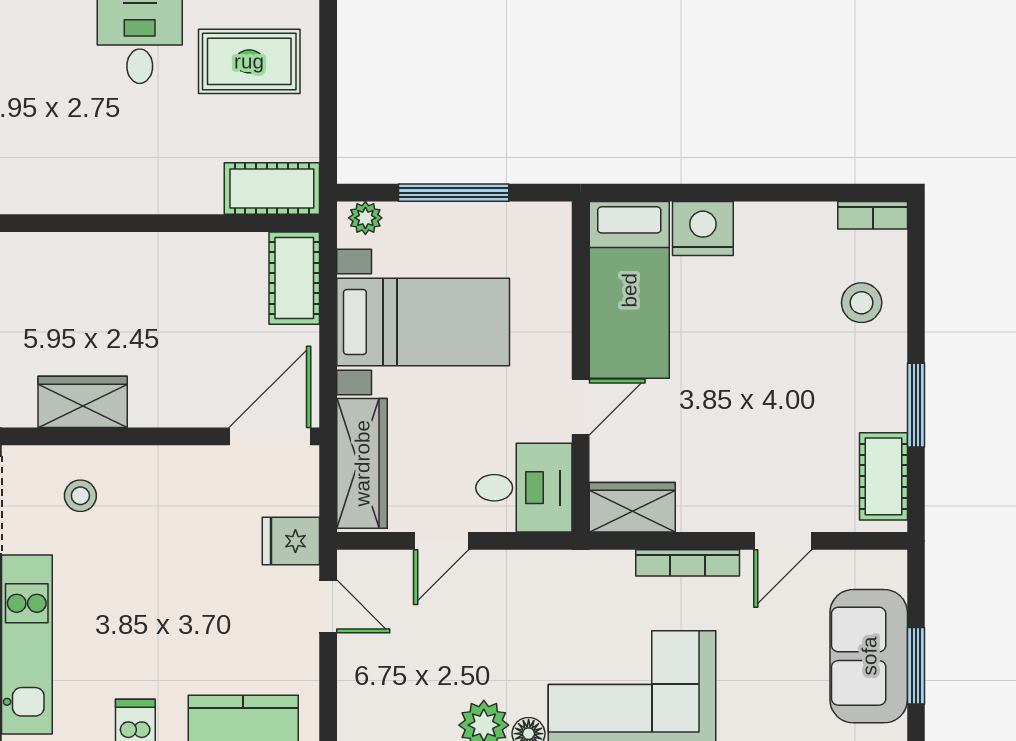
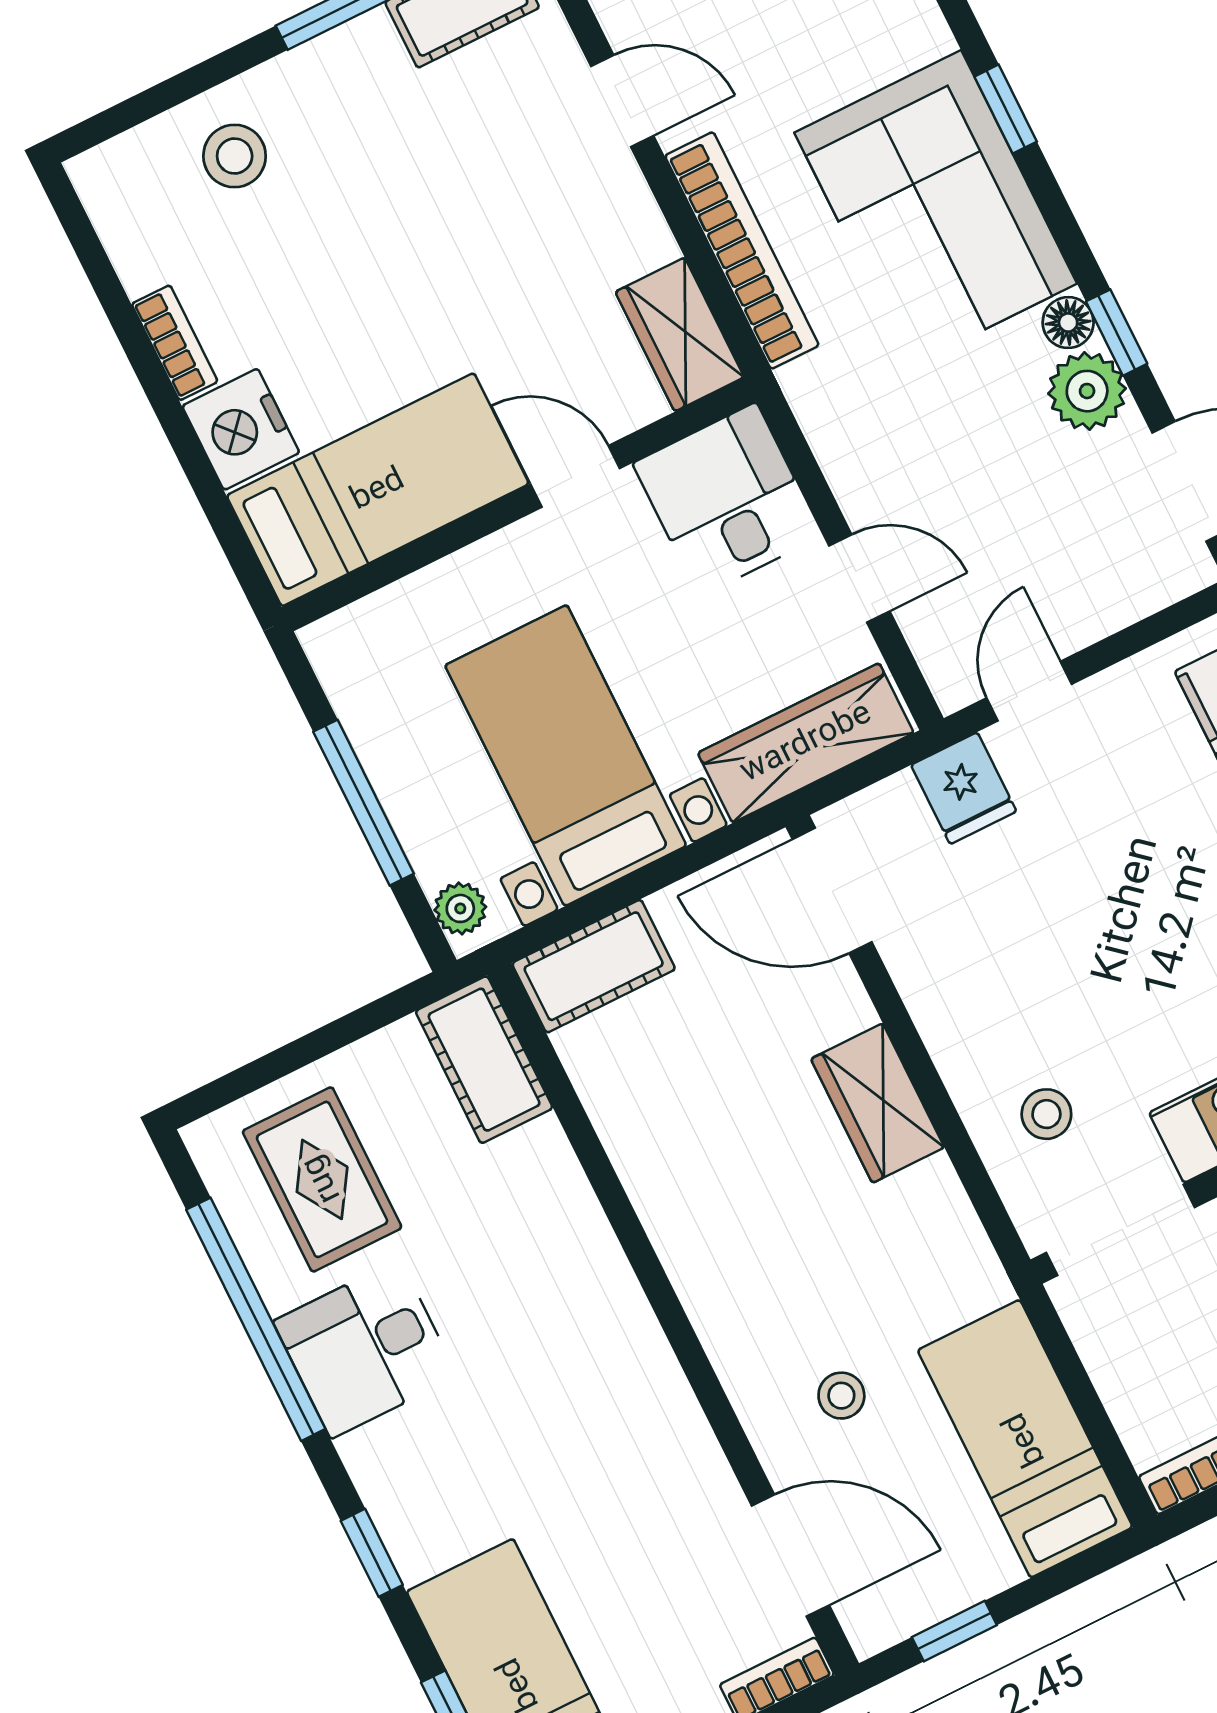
bookcase: (873, 215) -> (175, 343), moved
wardrobe: (83, 402) -> (878, 1103), moved
bookcase: (688, 563) -> (742, 250), width x1.48, depth x1.31

